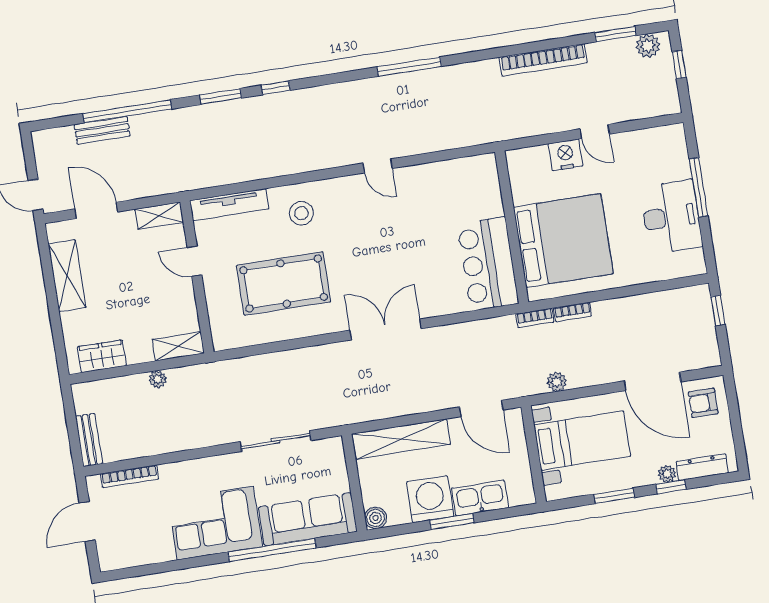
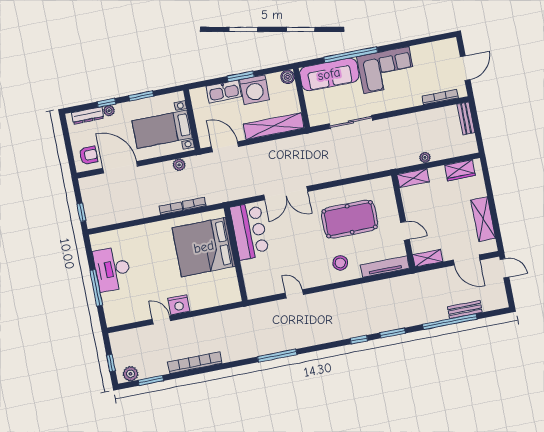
wall: (512, 227) -> (236, 254), moved
bed: (563, 240) -> (204, 247), moved
bar counter: (488, 264) -> (249, 231), moved

